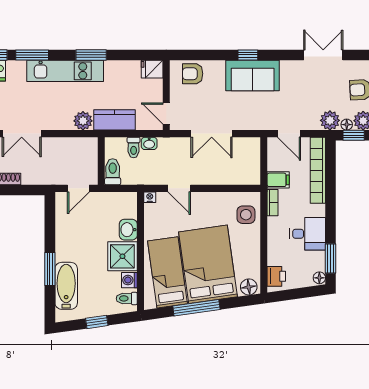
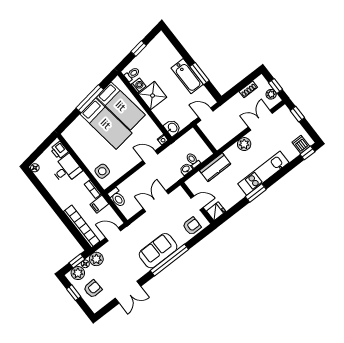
window: (32, 55) -> (288, 168), removed
window: (248, 55) -> (169, 260), width x3.17
door: (166, 113) -> (197, 203), moved
plant: (83, 121) -> (244, 144), moved
toilet: (113, 172) -> (117, 198), moved
door: (78, 188) -> (206, 114), hinge flipped
washbasin: (128, 230) -> (172, 128), moved
desk: (308, 234) -> (66, 169), moved, turned 180
window: (331, 259) -> (37, 183), removed
bed: (208, 264) -> (106, 124), width x0.67
window: (50, 269) -> (199, 74), moved
bathtub: (66, 286) -> (187, 76), moved
floor lamp: (249, 287) -> (70, 133), removed

